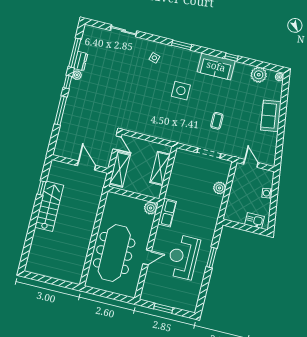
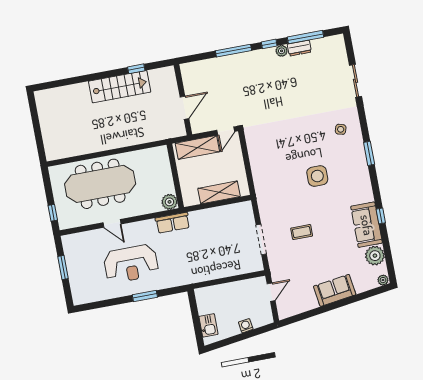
sofa: (216, 66) -> (367, 225), moved
plant: (220, 188) -> (227, 269), removed
reception desk: (183, 257) -> (131, 264), turned 180
window: (120, 297) -> (53, 213), added

